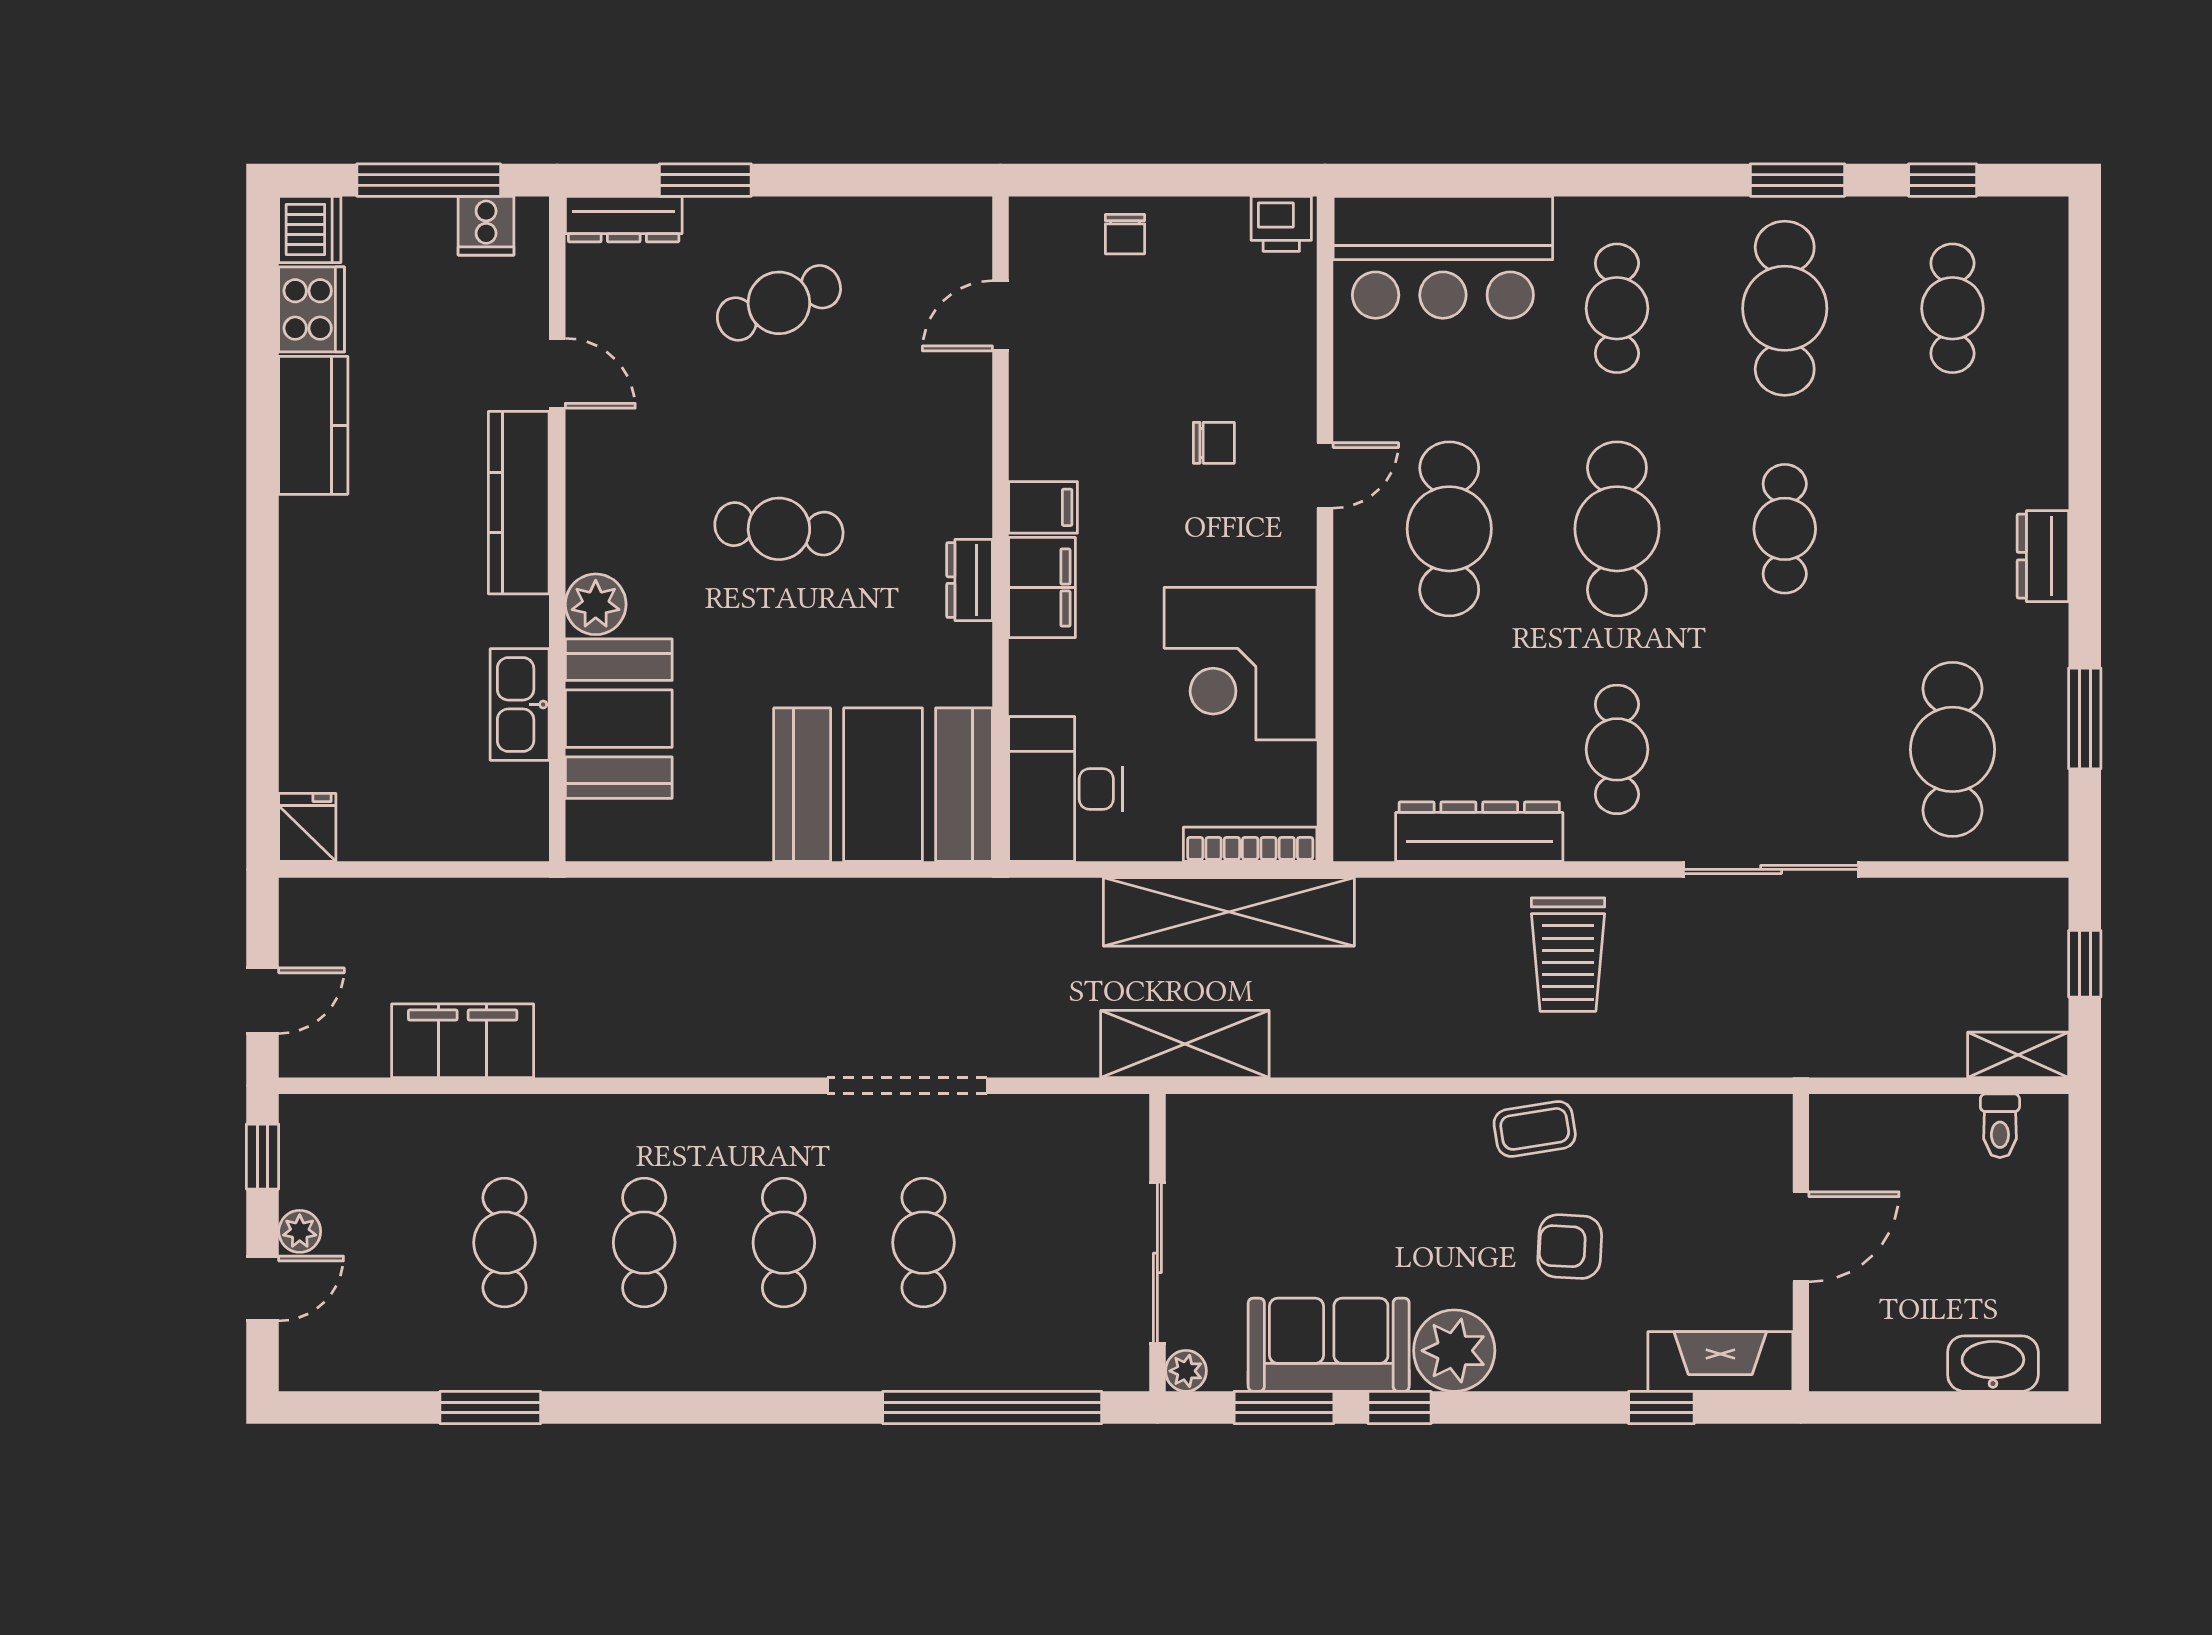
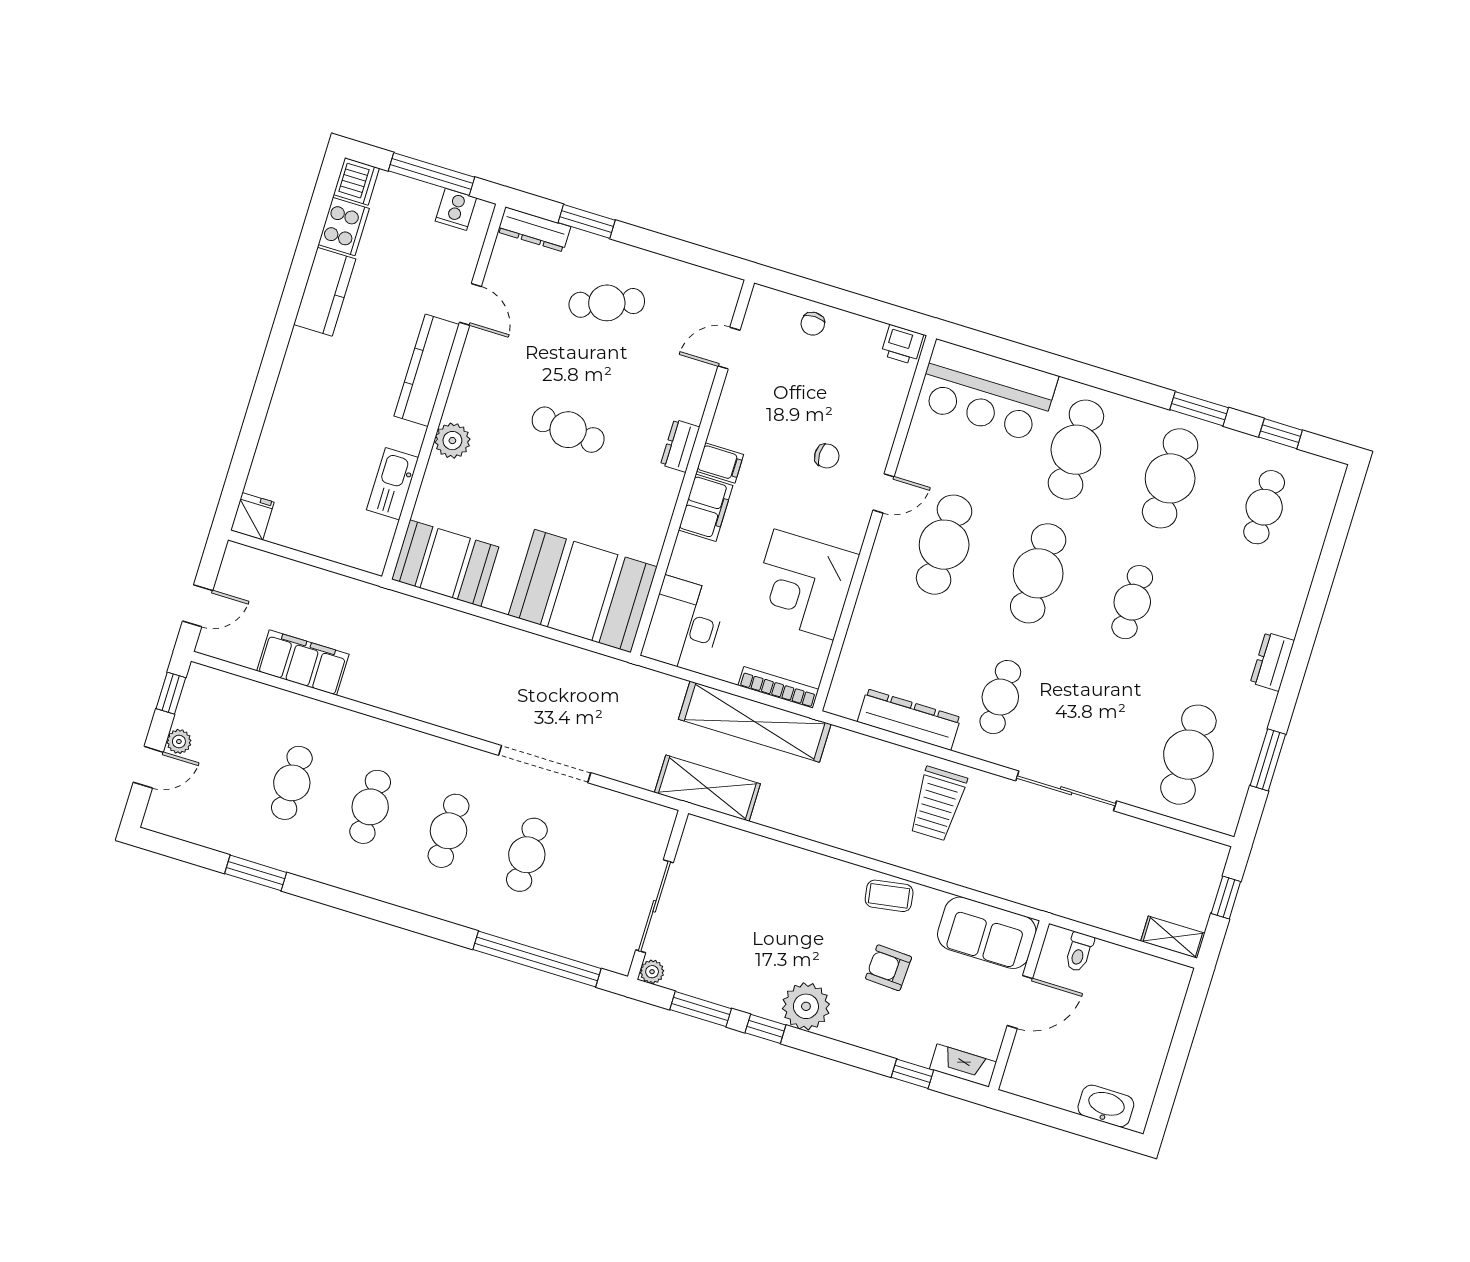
cafe table: (1617, 308) -> (1076, 450), width x1.37, depth x1.35
dresser: (970, 580) -> (680, 446), moved
booth: (619, 719) -> (445, 563), moved, turned 90
toilet: (2000, 1126) -> (1079, 952), moved
sofa: (1329, 1345) -> (987, 933), moved, turned 180
fireplace: (1720, 1361) -> (963, 1065), width x0.73, depth x0.76

